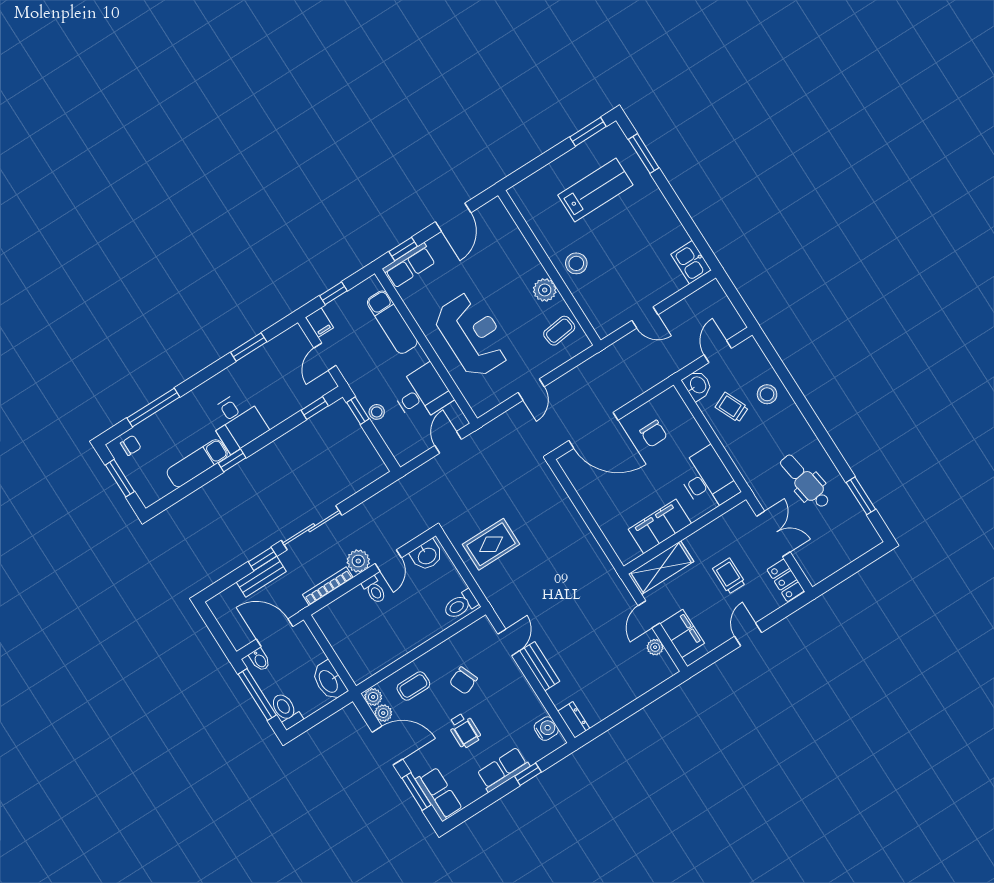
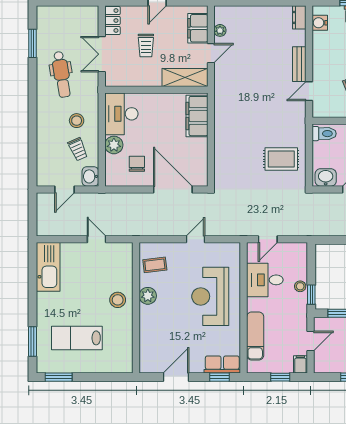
kitchen sink: (691, 262) -> (48, 267), width x1.87, depth x1.24
stool: (767, 394) -> (77, 121), moved
plant: (693, 438) -> (114, 145), added
filing cabinet: (660, 526) -> (197, 116), moved, turned 90

